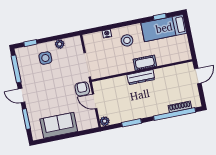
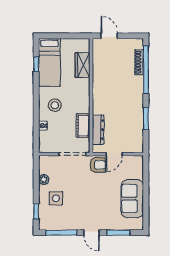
wardrobe: (167, 58) -> (83, 65), added
cot: (145, 63) -> (83, 126), moved
dresser: (141, 77) -> (98, 130), moved
armchair: (82, 89) -> (98, 165), turned 180
door: (22, 96) -> (92, 233), hinge flipped
plant: (105, 121) -> (138, 148), removed

